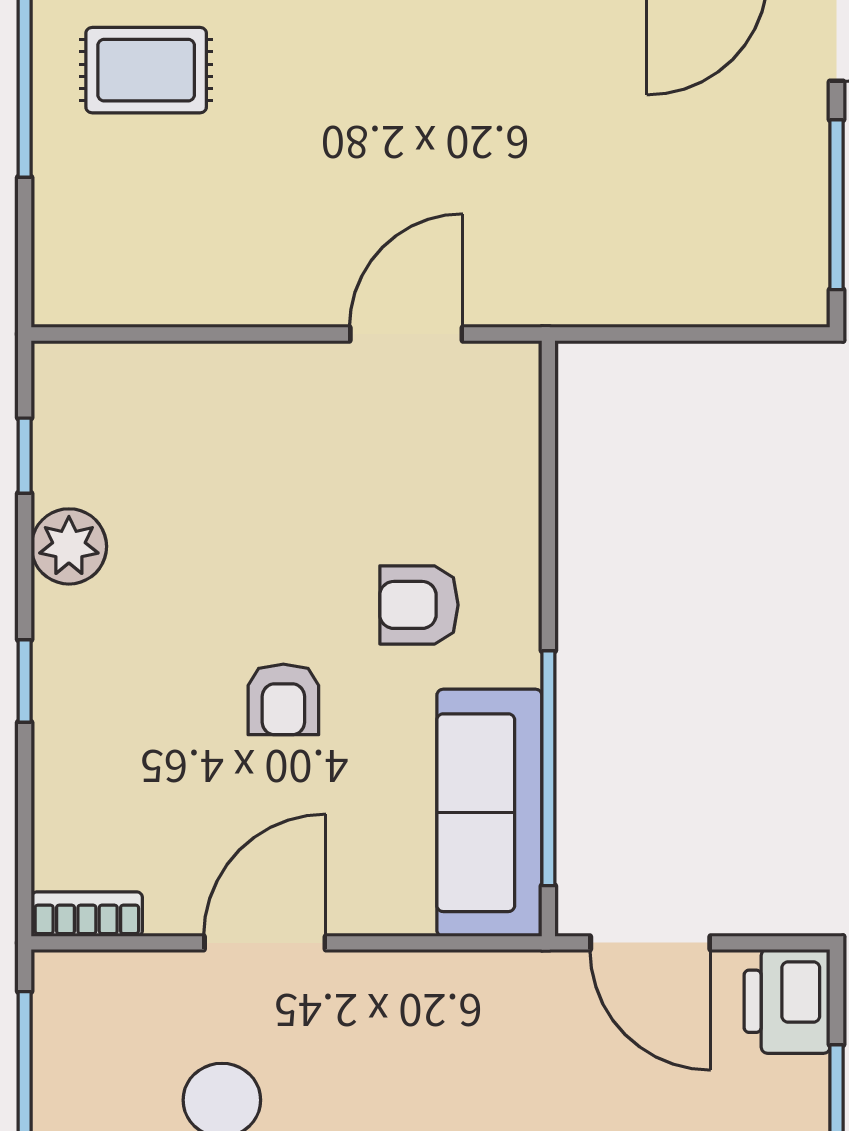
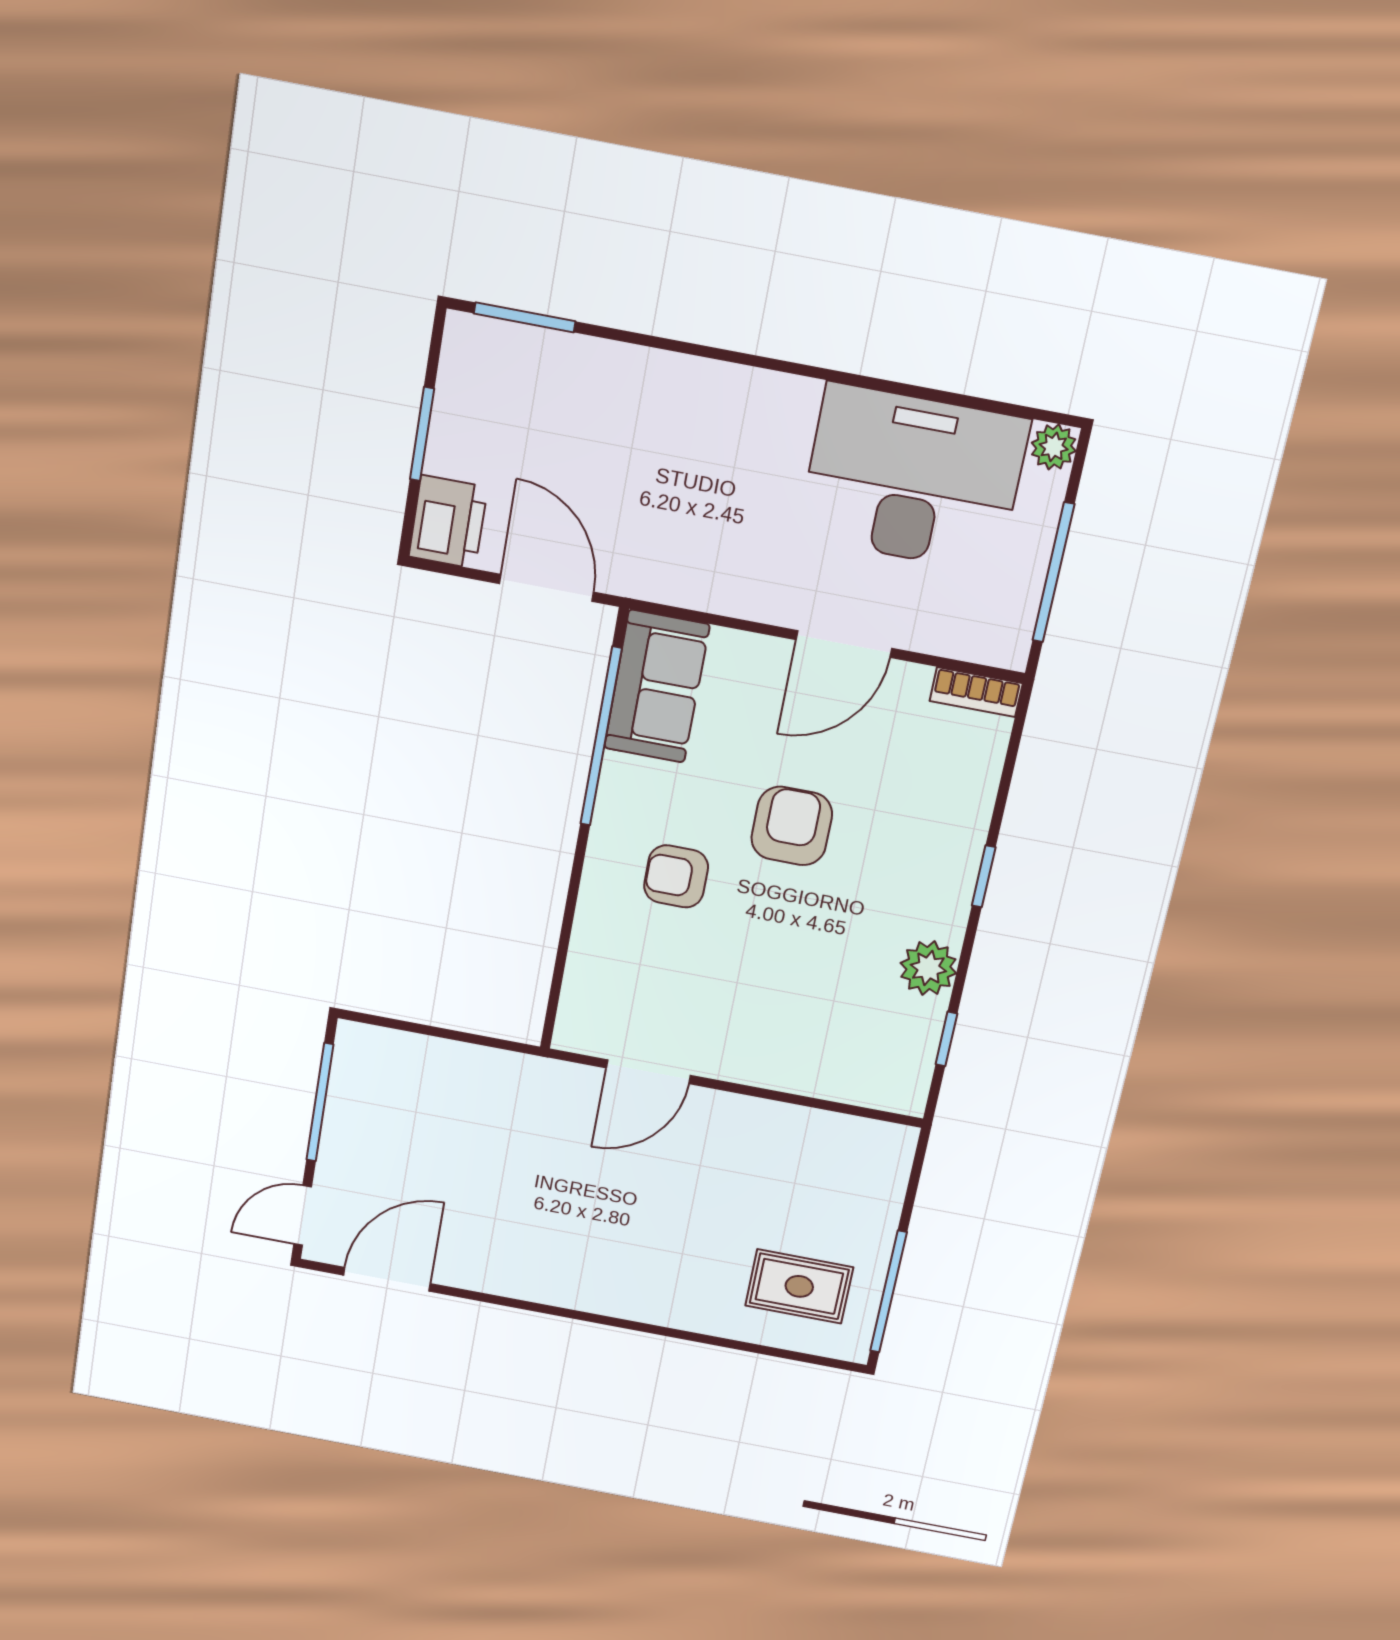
armchair: (419, 605) -> (676, 876), turned 180
armchair: (283, 699) -> (792, 826), width x1.38, depth x1.38
sofa: (489, 813) -> (657, 686), width x0.73

